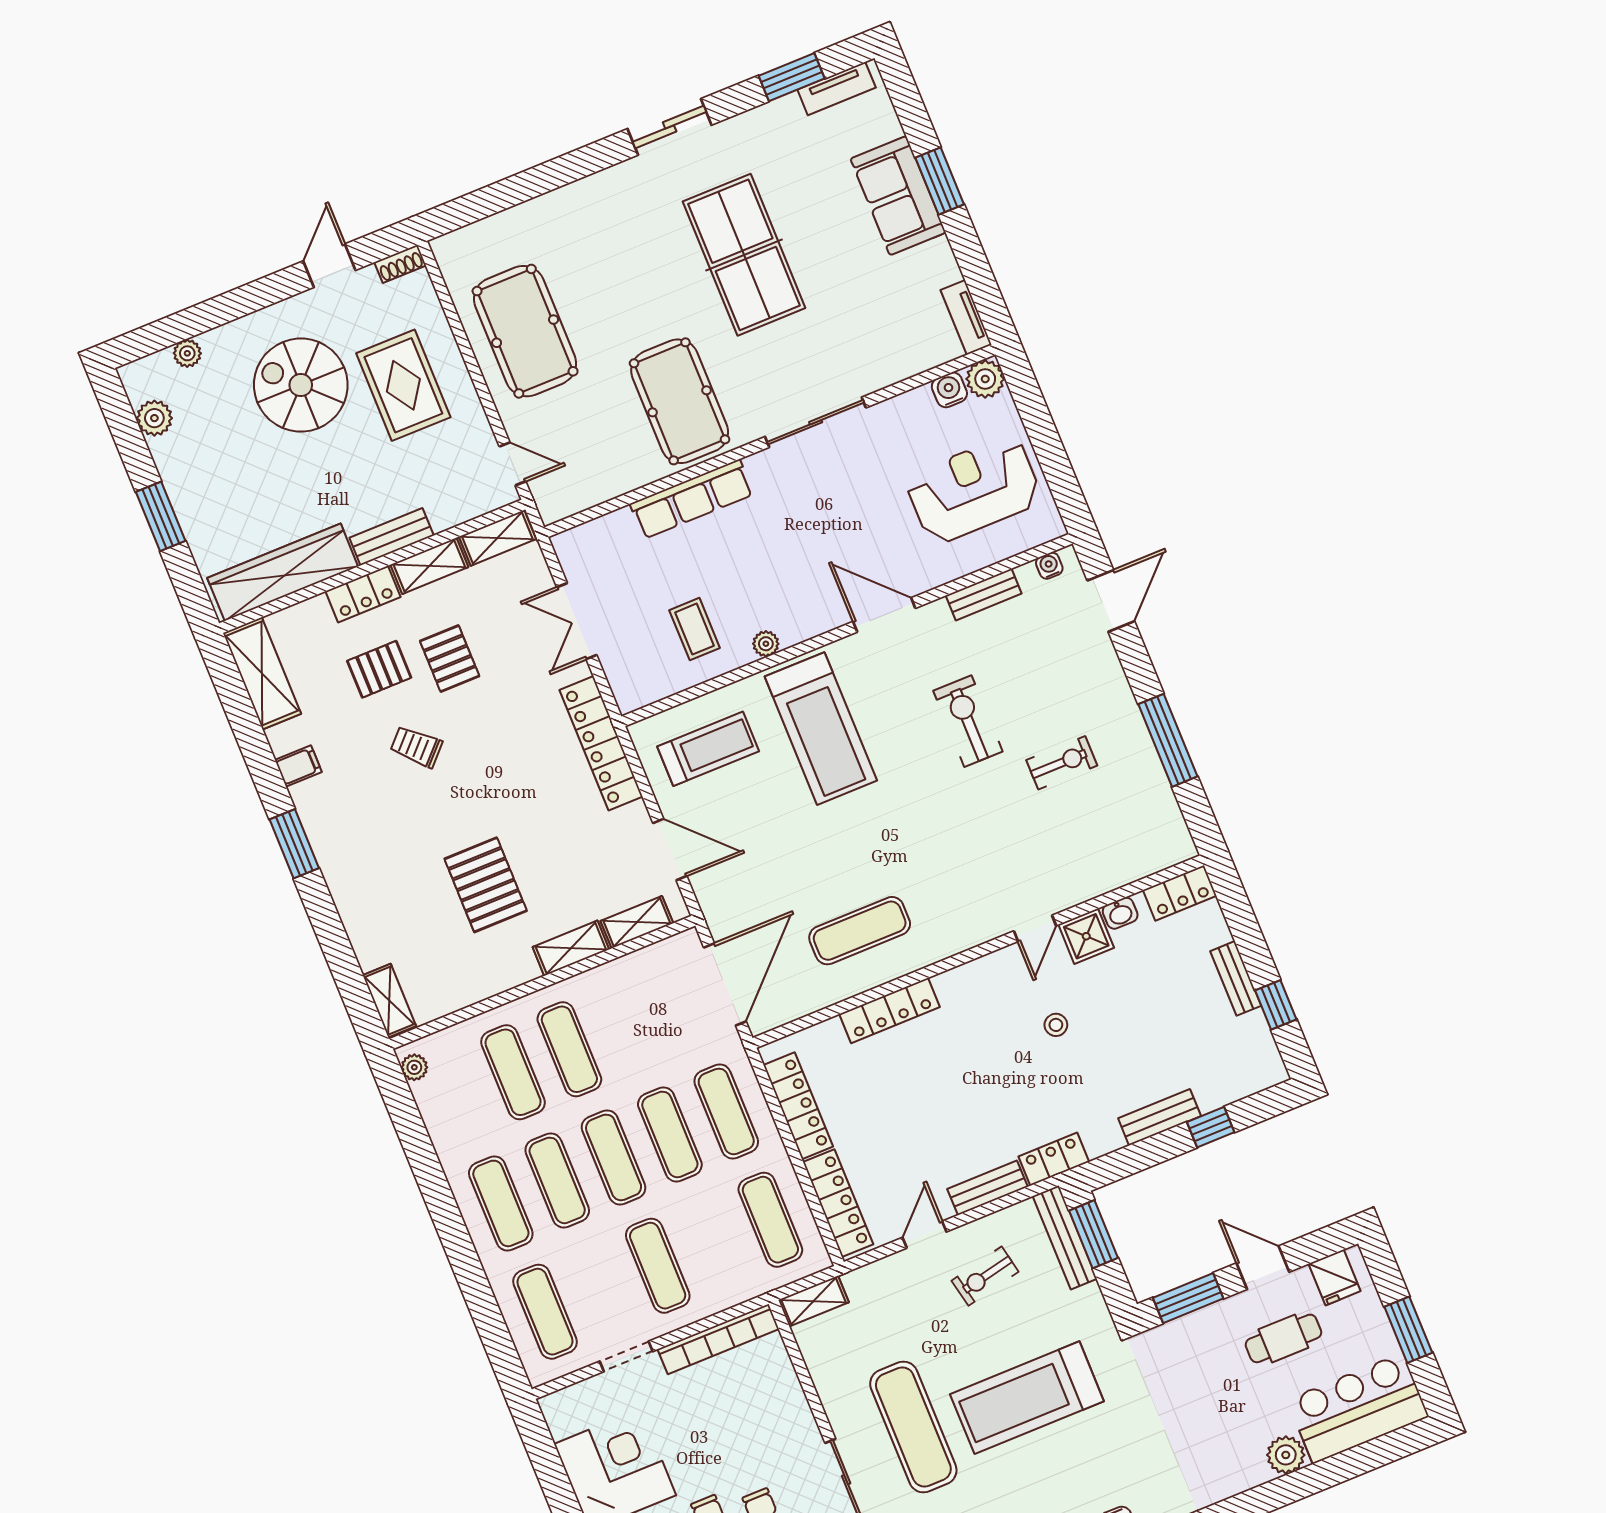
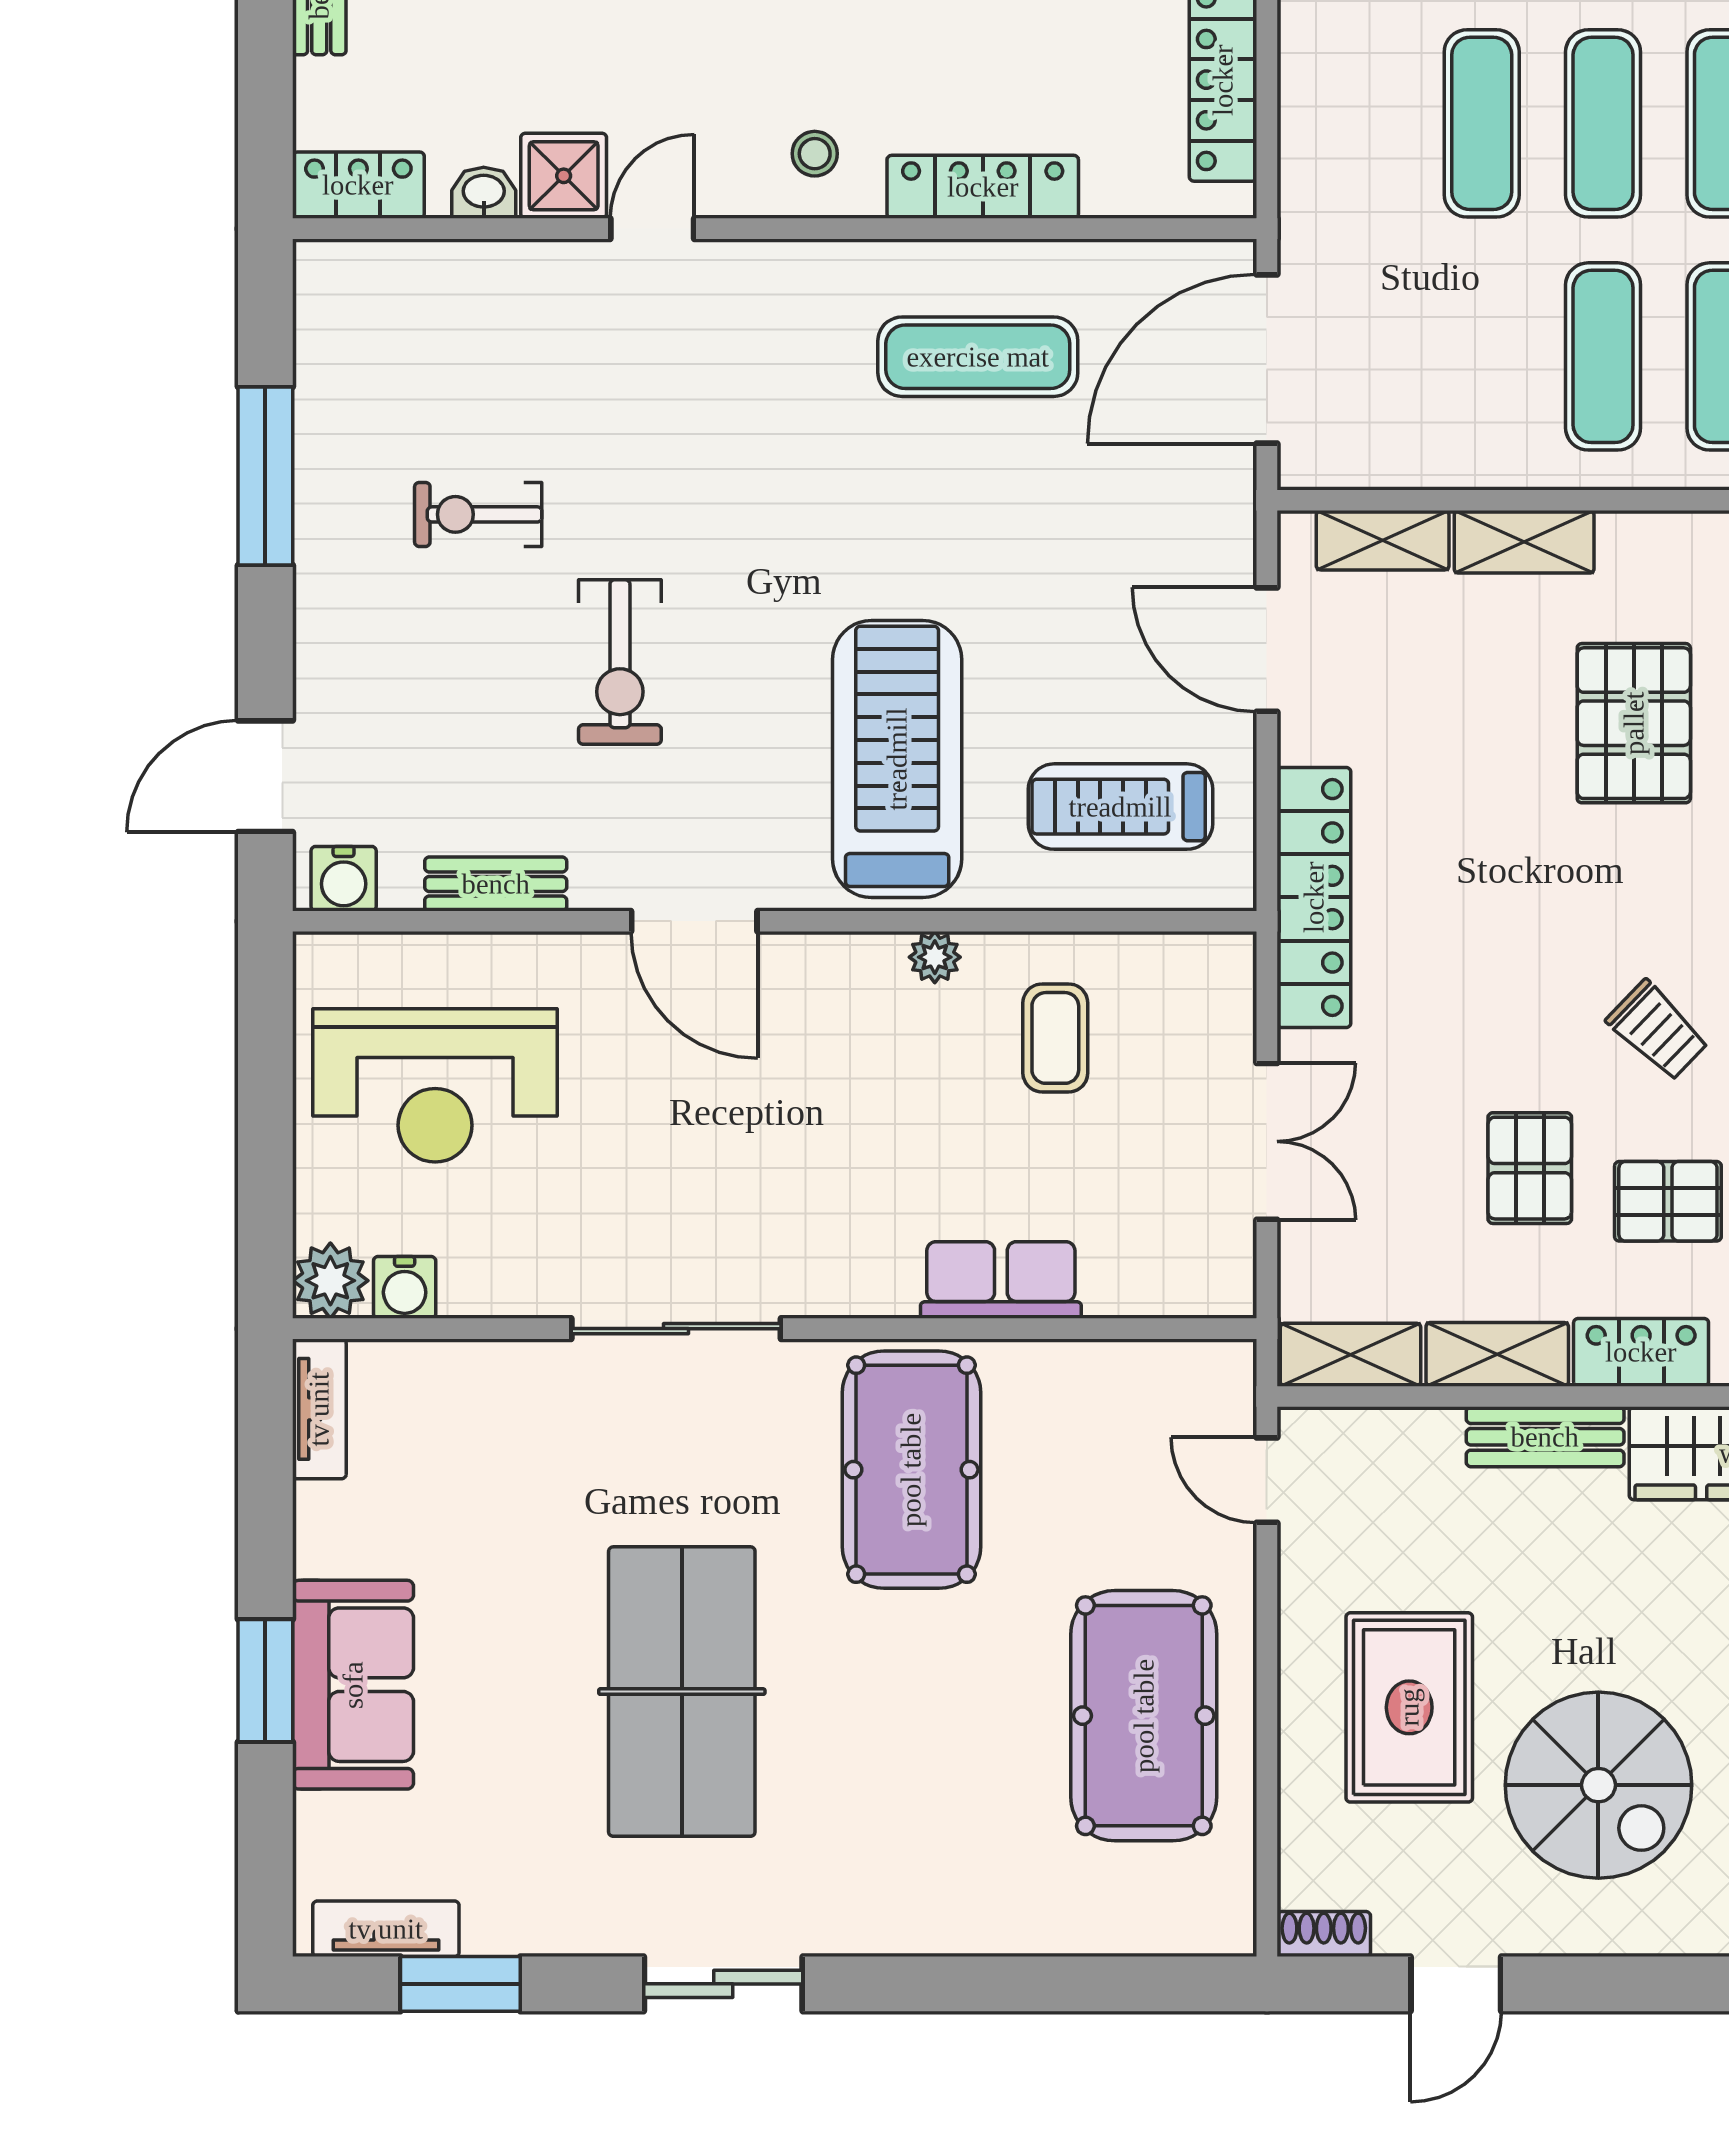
row of seats: (692, 499) -> (1001, 1280), width x0.68
water cooler: (1049, 566) -> (344, 879), width x1.38, depth x1.38
stool: (1056, 1025) -> (815, 154), moved
exercise mat: (726, 1111) -> (1360, 123), removed

